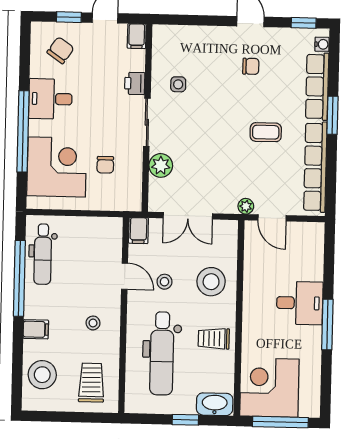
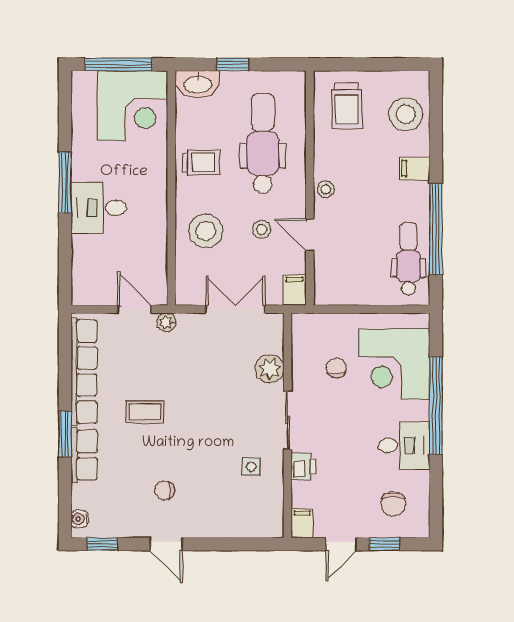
chair: (60, 50) -> (393, 504), turned -35
row of seats: (317, 87) -> (84, 455), width x0.68
stool: (93, 323) -> (326, 189), moved

